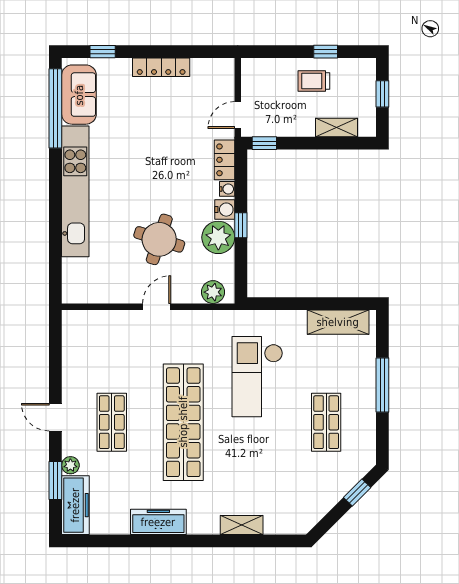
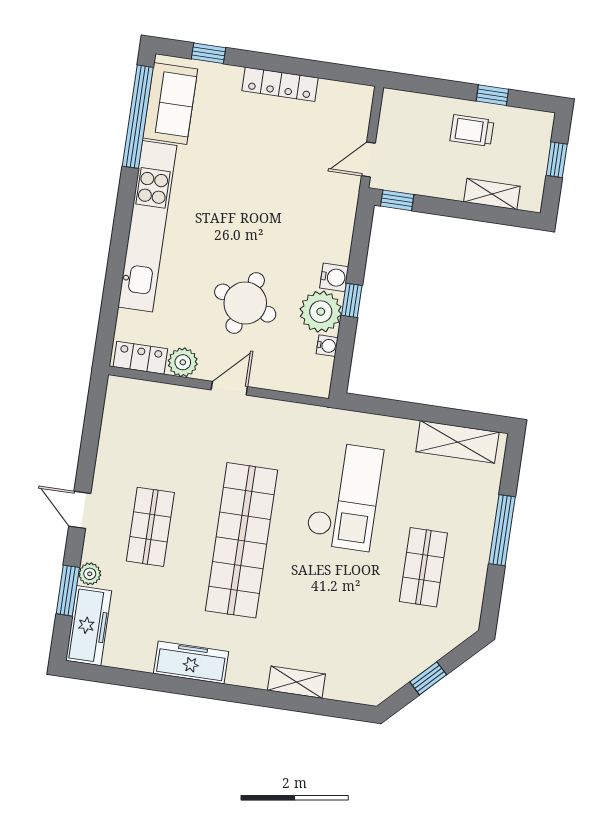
locker: (224, 160) -> (140, 358), moved, turned 90
water cooler: (227, 189) -> (327, 346), moved
plant: (213, 292) -> (183, 362), moved
checkout: (257, 377) -> (344, 496), turned 180
window: (357, 492) -> (428, 678), moved

